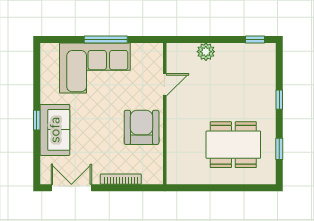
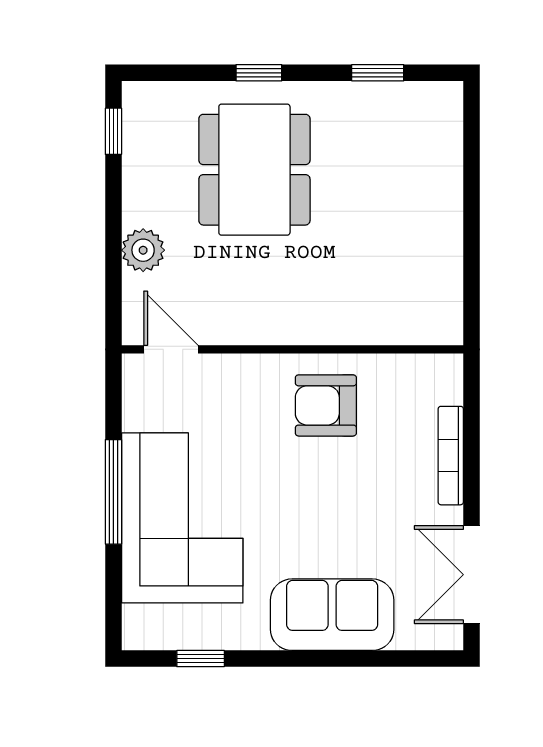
door: (165, 85) -> (171, 349), moved
window: (37, 120) -> (201, 659), moved
armchair: (142, 127) -> (326, 405), width x0.73, depth x0.73
dining table: (233, 145) -> (254, 170), moved

